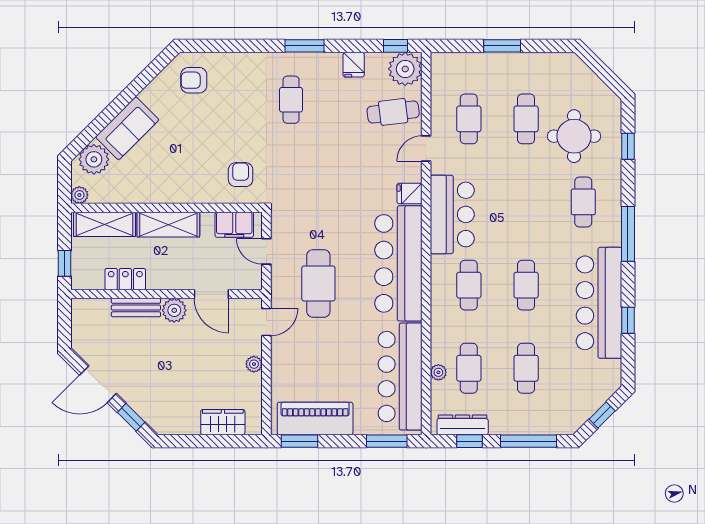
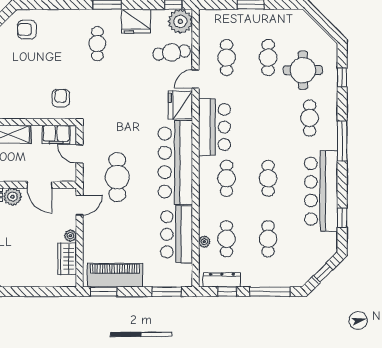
fridge: (354, 65) -> (136, 21), width x1.88, depth x1.34
fridge: (410, 193) -> (180, 105), width x1.88, depth x1.34
window: (628, 320) -> (342, 218), moved
bar counter: (400, 376) -> (177, 234), width x0.73
wardrobe: (223, 422) -> (67, 259), moved, turned -90

